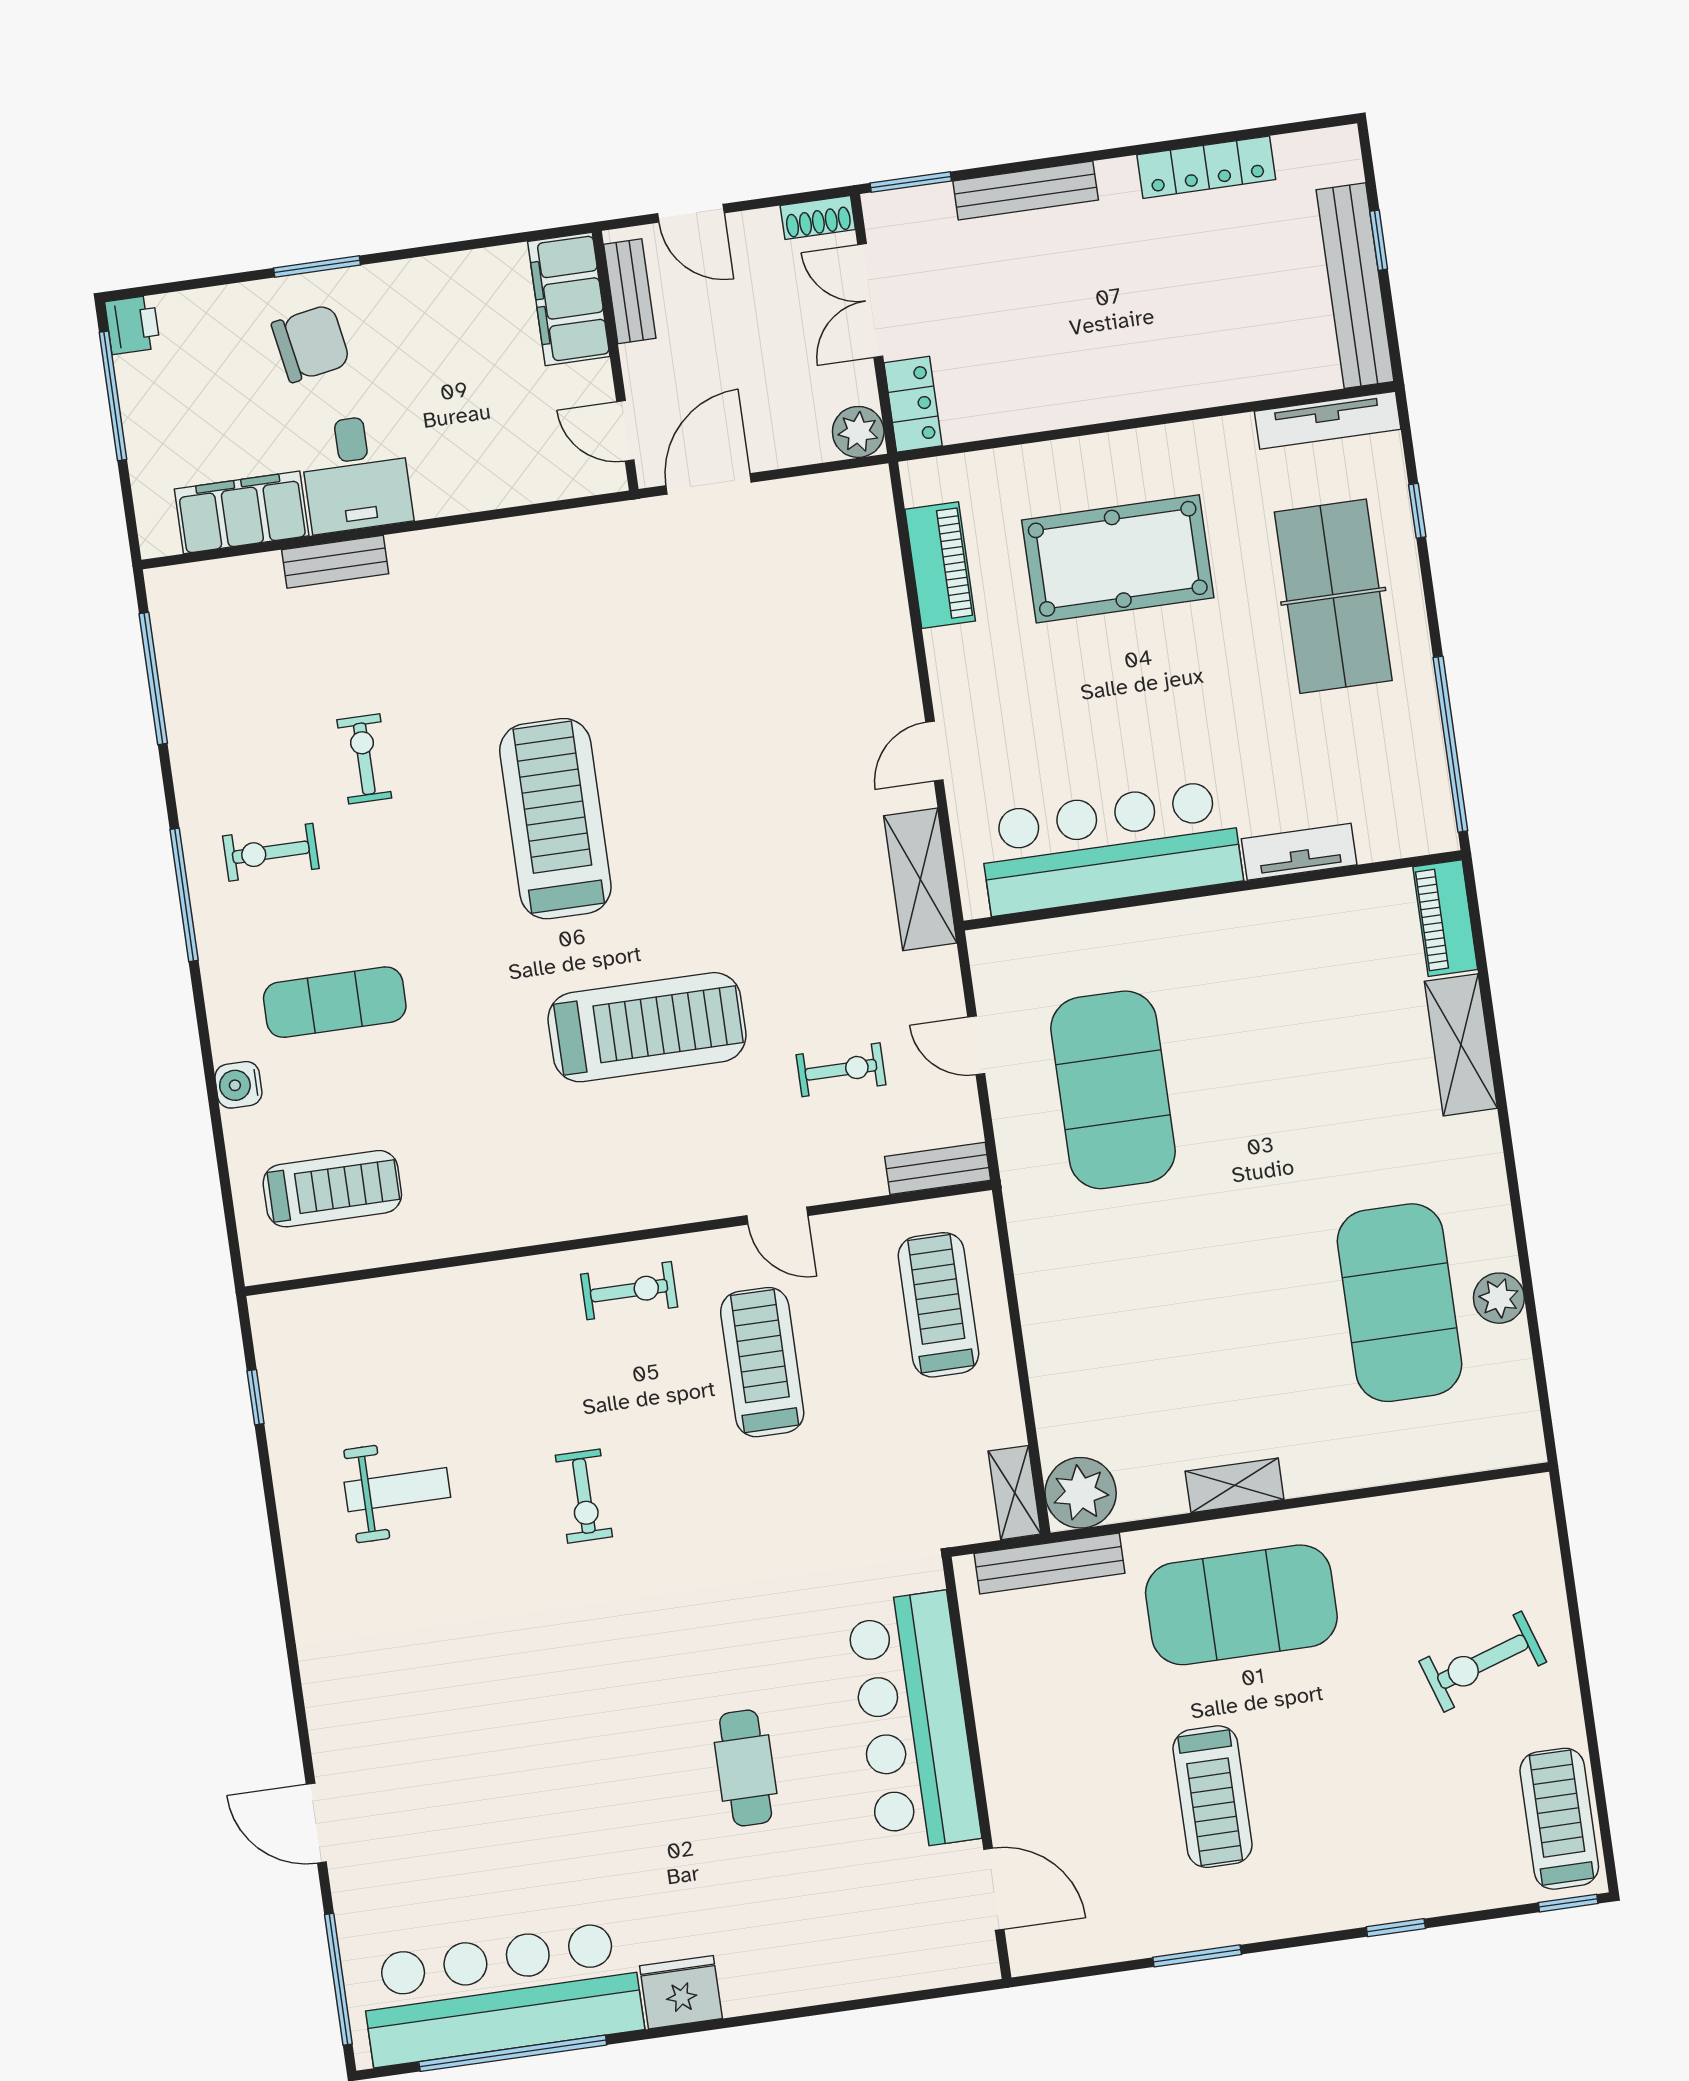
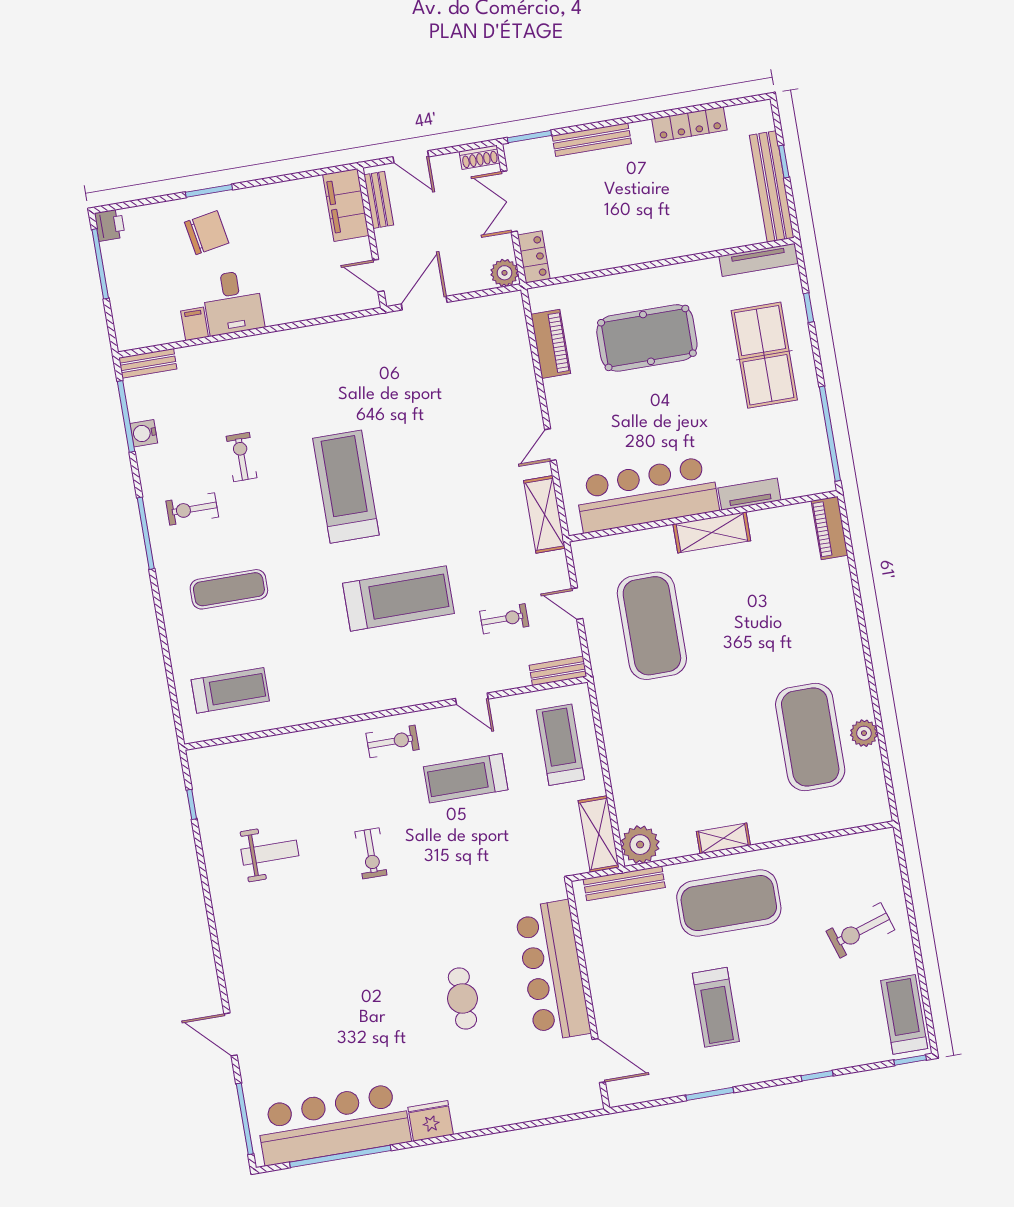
filing cabinet: (242, 512) -> (195, 324), width x0.33, depth x0.86
bench: (335, 562) -> (148, 363), moved
shelving: (1461, 1045) -> (712, 532), moved, turned 90
water cooler: (238, 1085) -> (144, 433), moved
treadmill: (762, 1362) -> (466, 778), turned -90
shelving: (1015, 1493) -> (599, 834), width x1.50, depth x1.33

